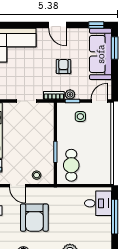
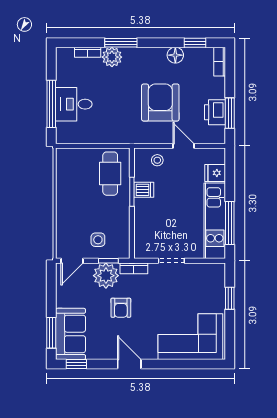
sofa: (101, 54) -> (71, 334), width x0.73
plant: (70, 94) -> (106, 276), width x1.87, depth x1.87
dishwasher: (46, 153) -> (144, 190), added
desk: (98, 203) -> (74, 104), moved

